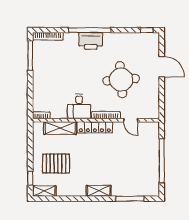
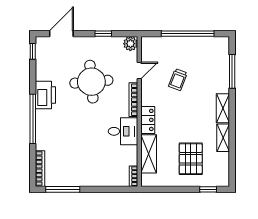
printer: (91, 41) -> (45, 95), moved
door: (162, 67) -> (61, 34), moved
window: (162, 90) -> (103, 34), added
plant: (153, 113) -> (130, 44), added
locker: (95, 127) -> (148, 120), width x0.66
trolley: (123, 153) -> (178, 80), added
shelving: (44, 191) -> (223, 138), moved

